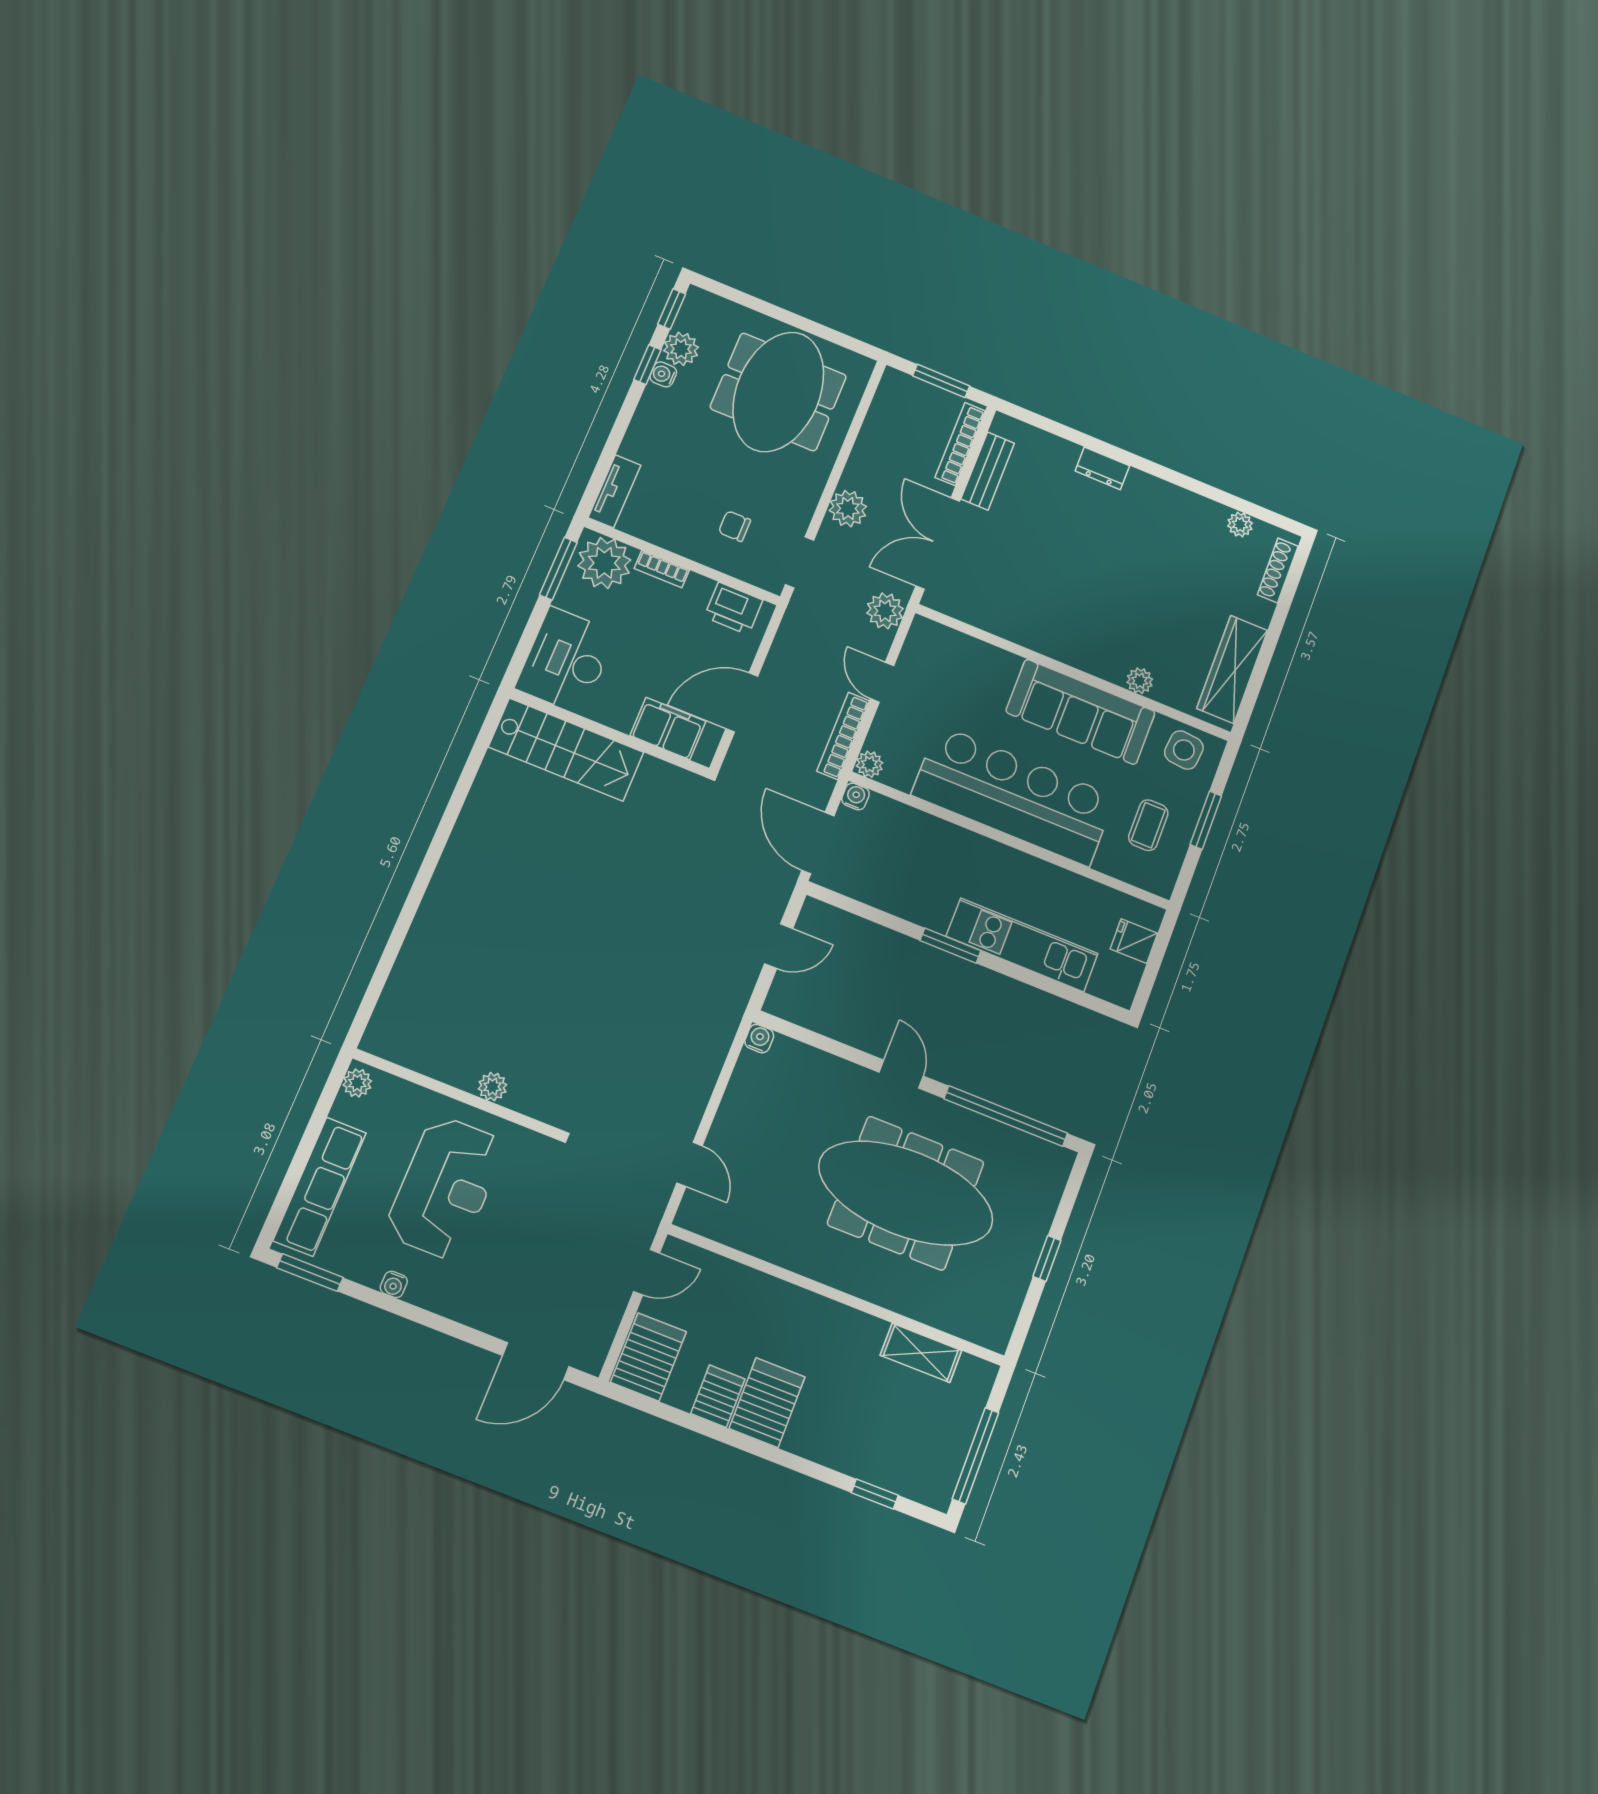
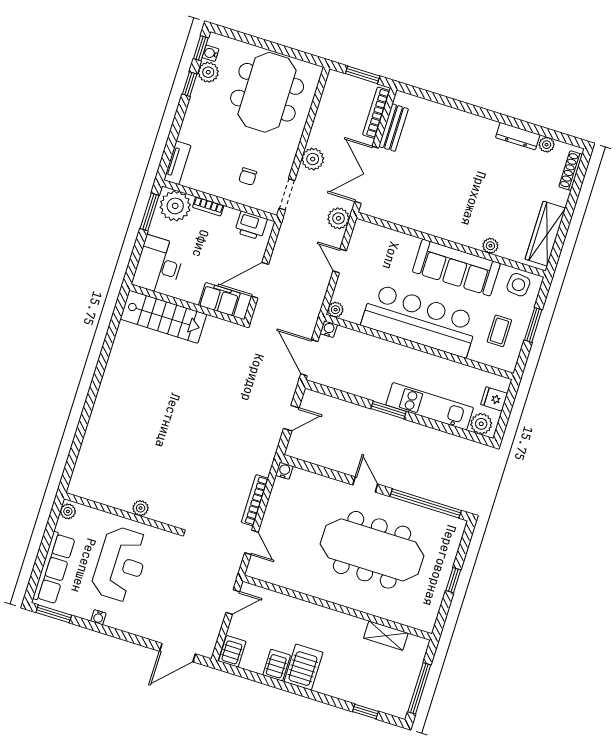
water cooler: (663, 374) -> (210, 53), moved
dresser: (1102, 468) -> (518, 136), moved, width x1.44
chair: (734, 526) -> (248, 176), turned -90
bookcase: (843, 736) -> (255, 500), moved
plant: (1110, 983) -> (481, 424), added
server rack: (649, 1357) -> (232, 651), width x0.73, depth x0.70

